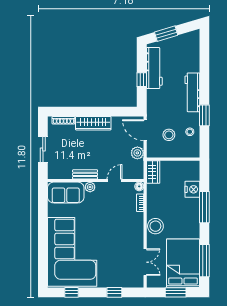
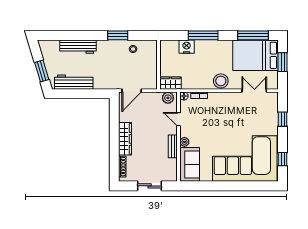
window: (142, 80) -> (85, 94), removed
workbench: (192, 92) -> (78, 47), moved
stool: (169, 135) -> (136, 68), removed
plant: (137, 153) -> (168, 98), moved

